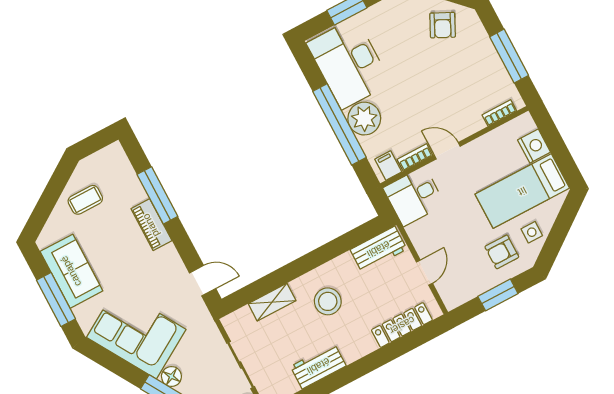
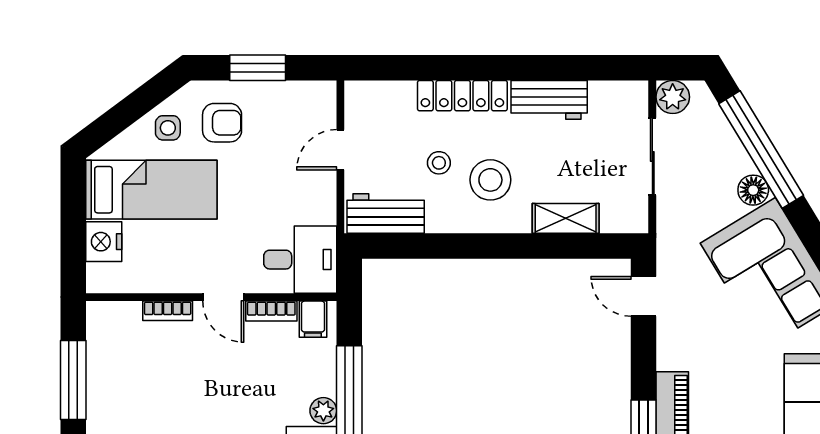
bookcase: (499, 113) -> (168, 311), moved
plant: (364, 119) -> (323, 411), width x0.53, depth x0.53
stool: (363, 295) -> (439, 163), added
locker: (402, 325) -> (462, 96), moved

